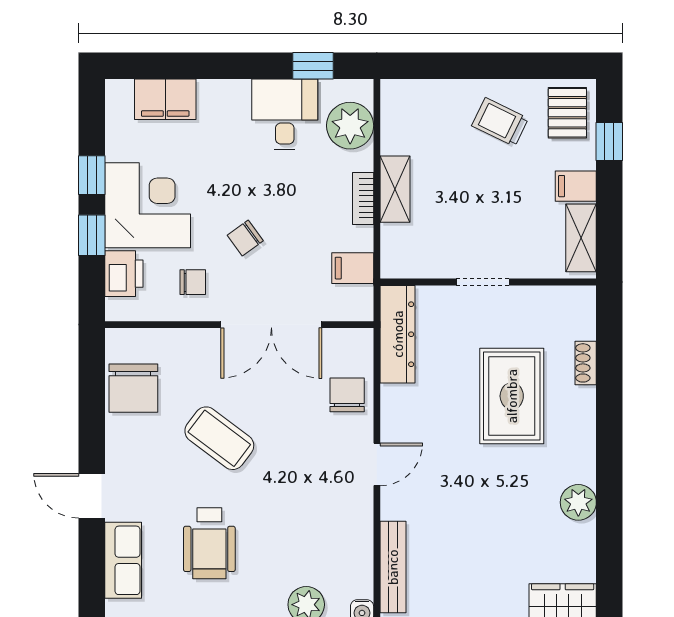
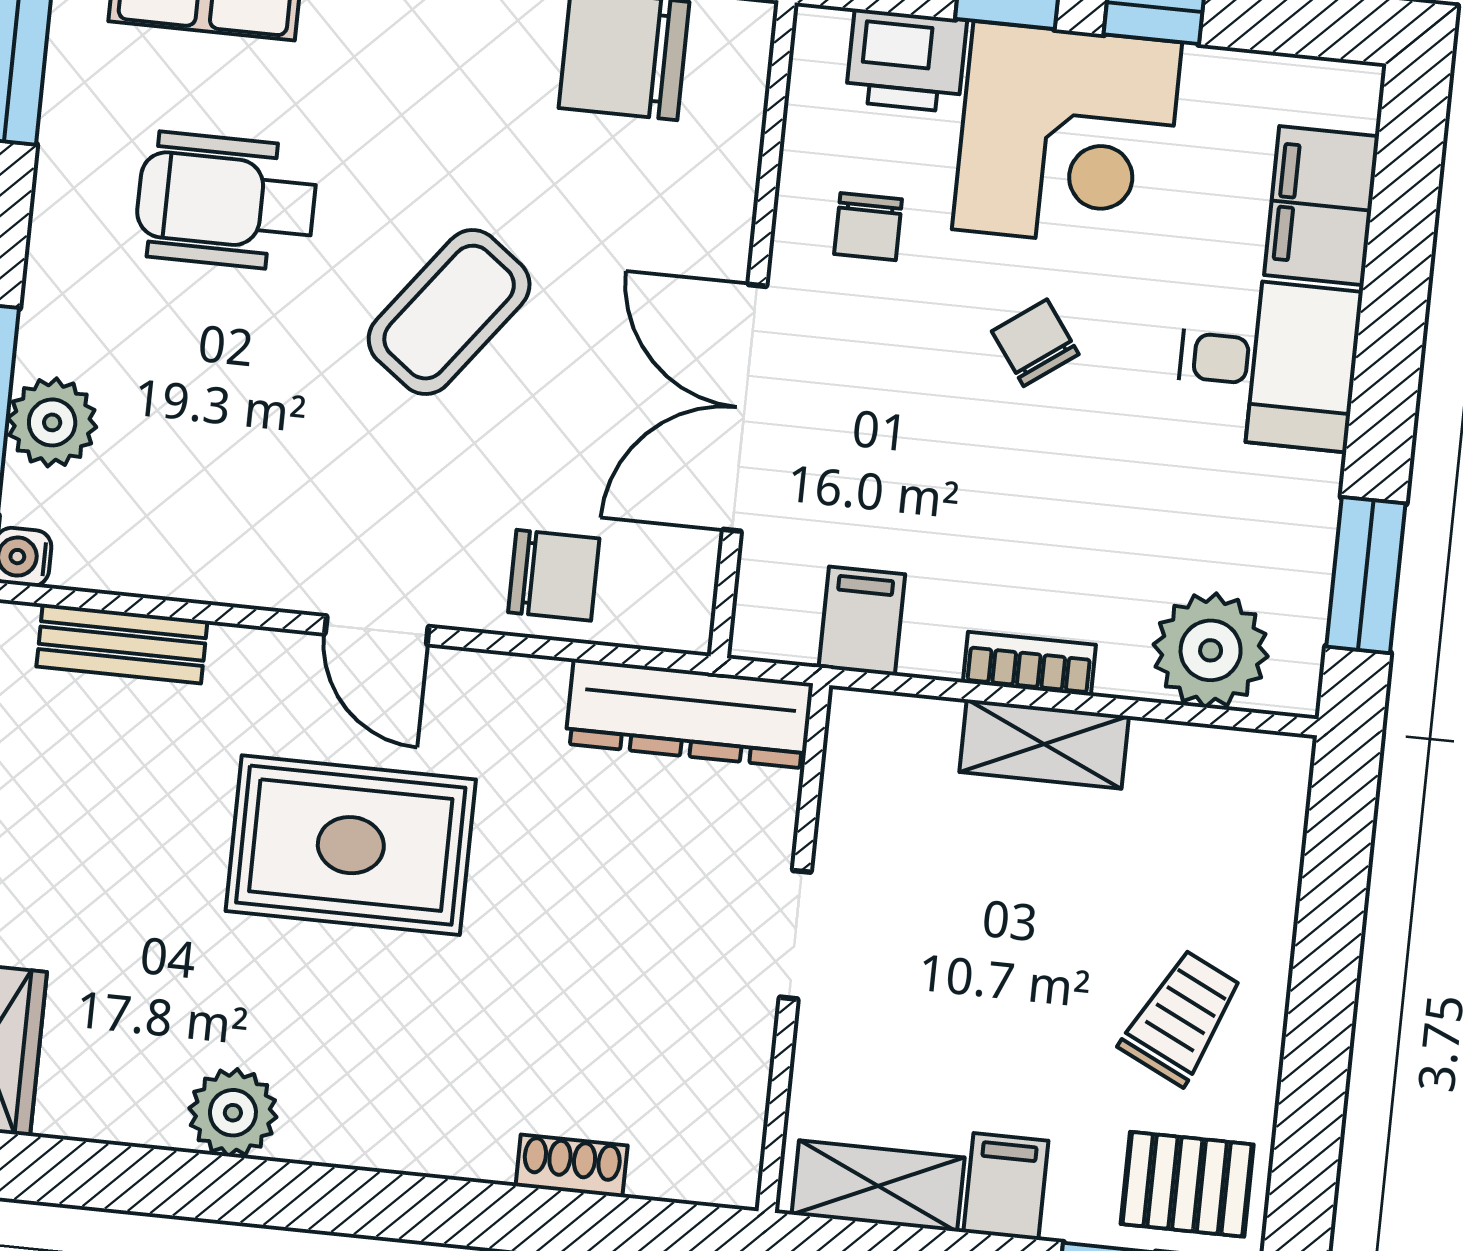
window: (313, 66) -> (1366, 575), width x1.50
desk: (285, 114) -> (1268, 363), moved
chair: (245, 238) -> (1035, 343), moved
rug: (512, 396) -> (351, 845), moved
coffee table: (219, 438) -> (449, 312), moved
bench: (393, 567) -> (122, 644), width x0.73

